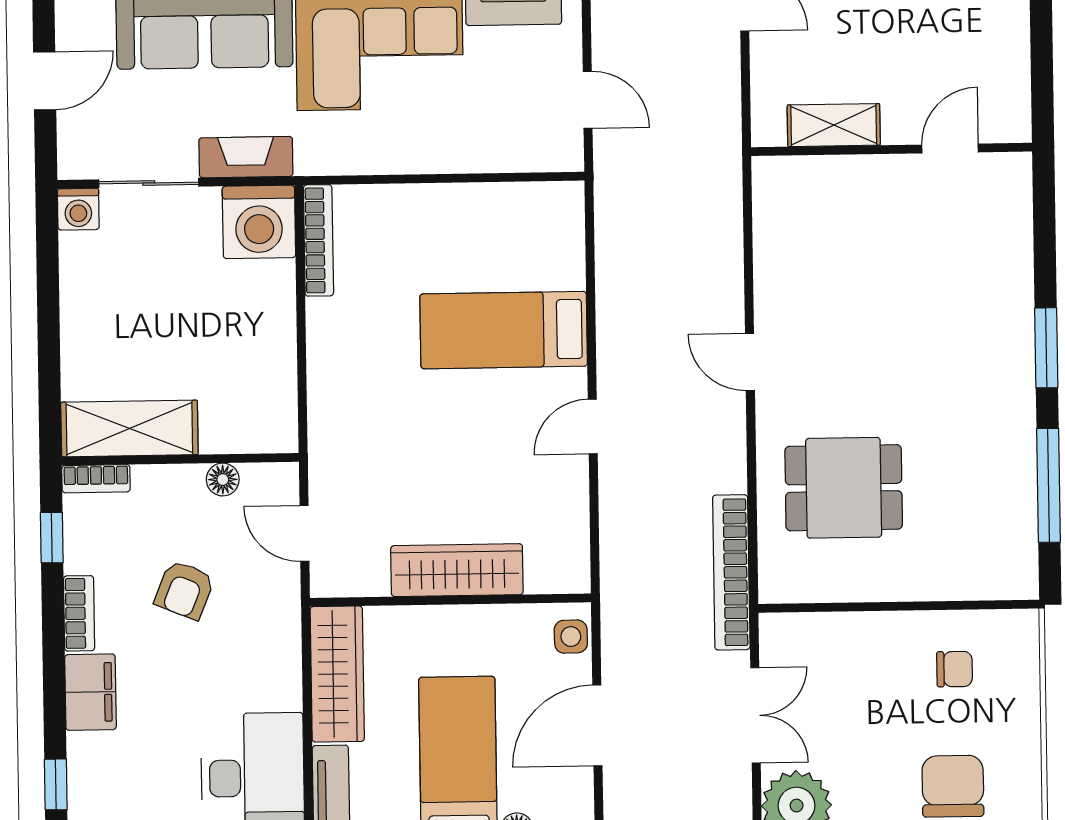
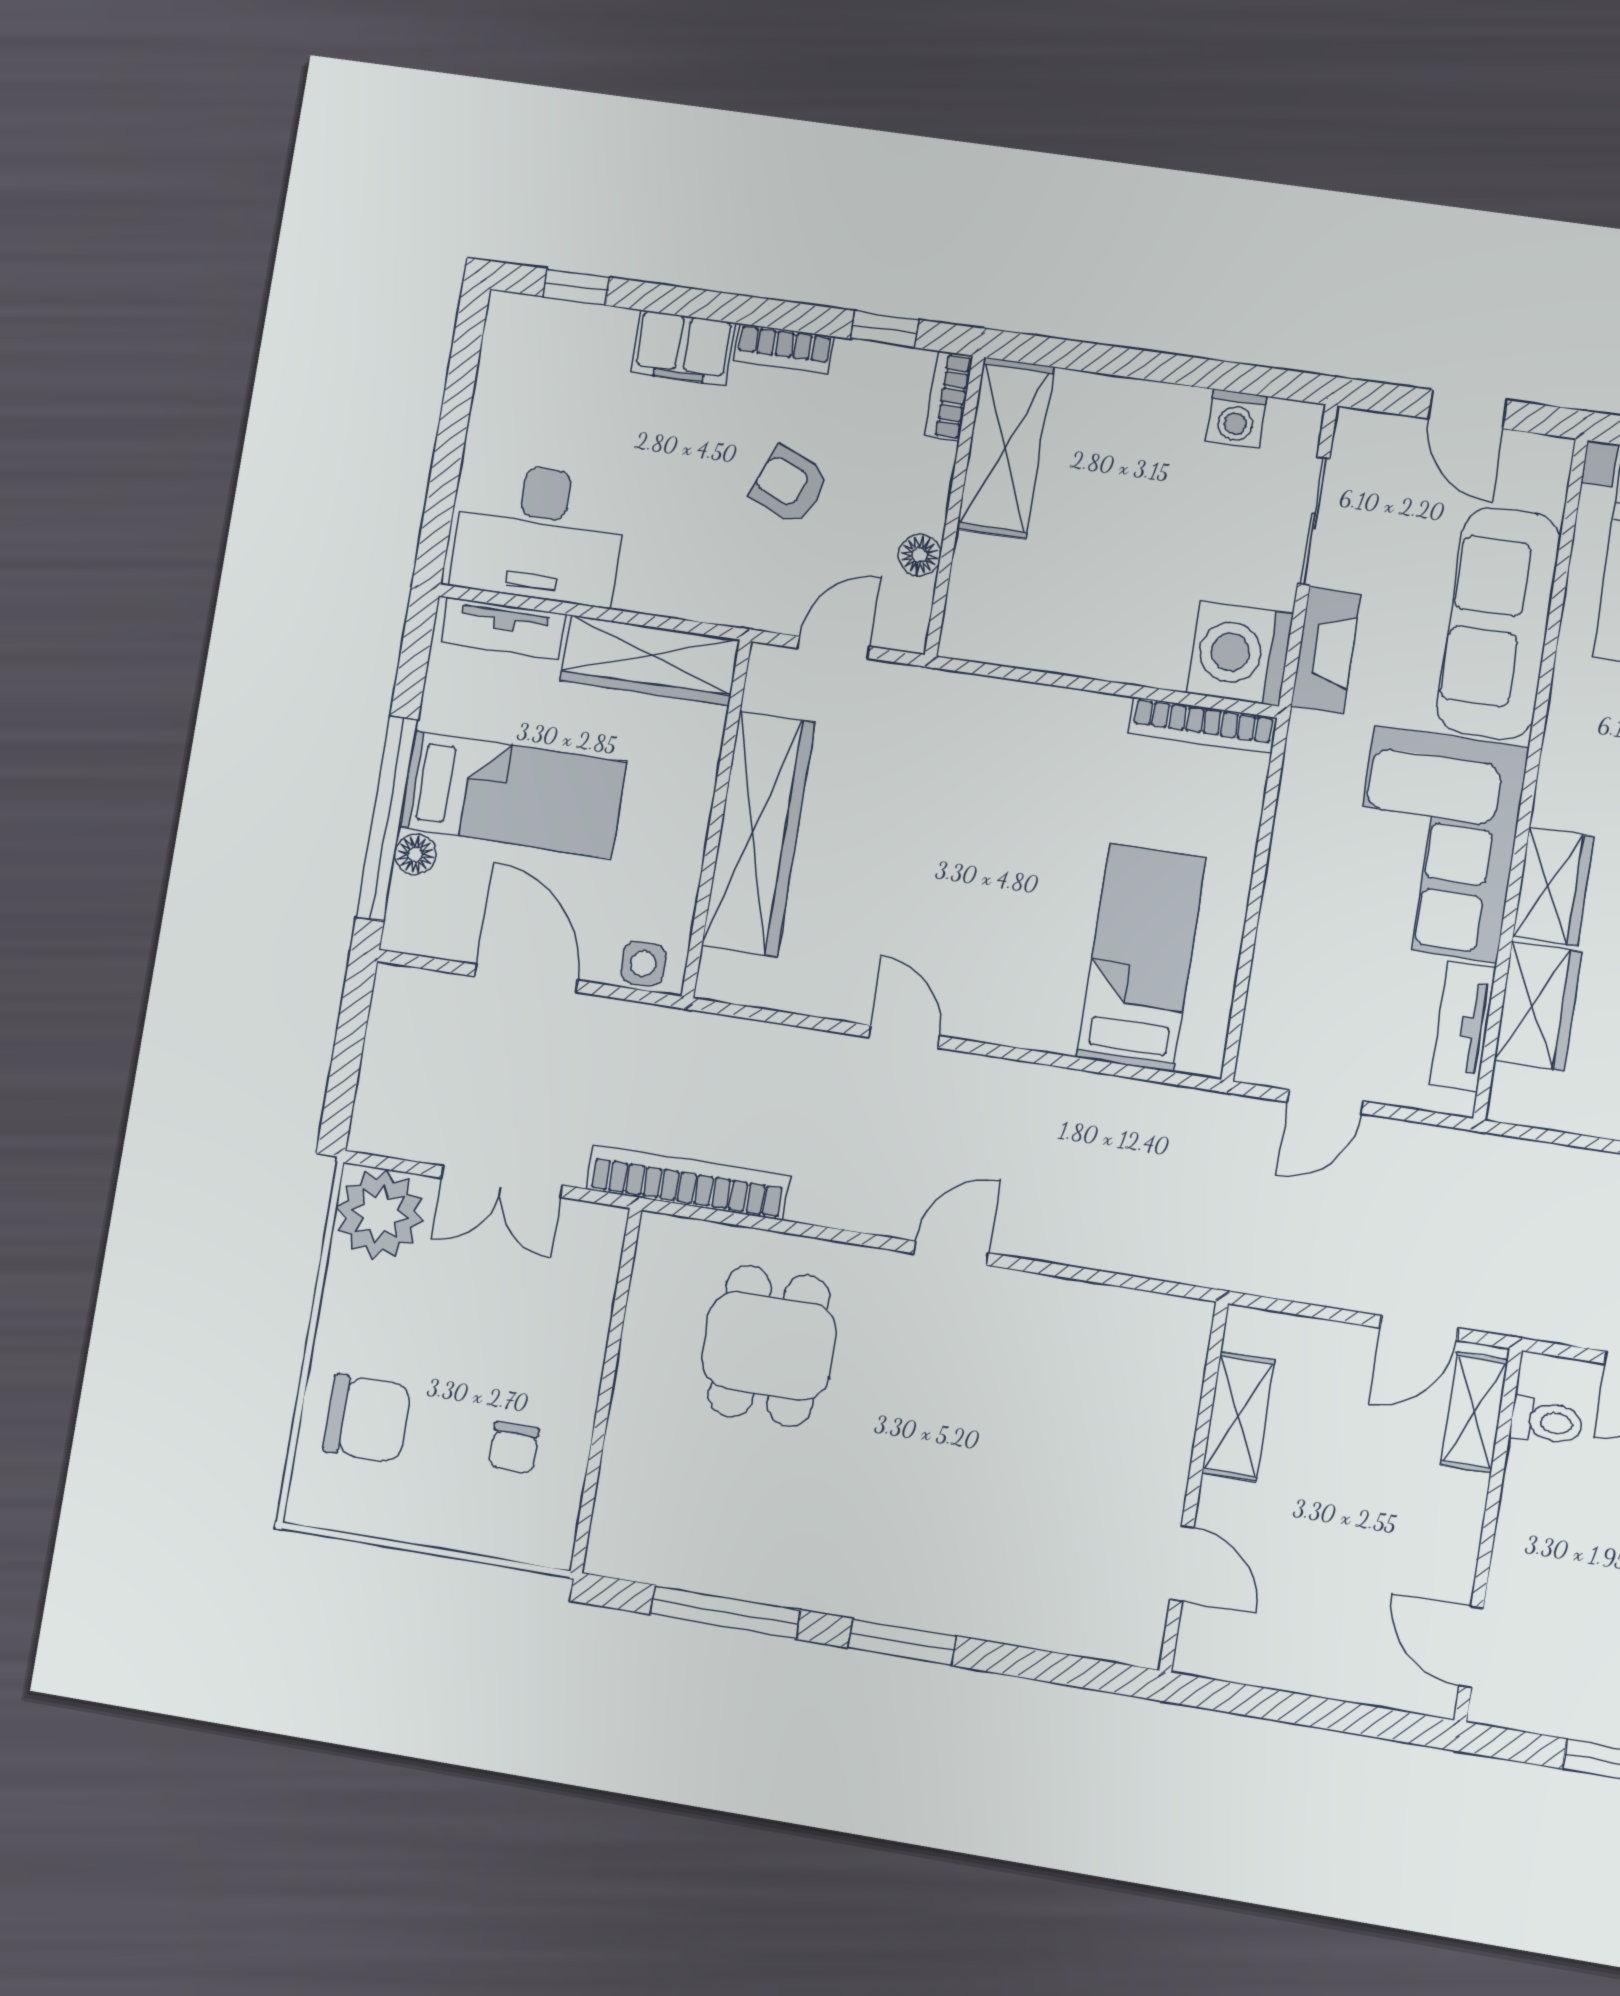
washing machine: (78, 209) -> (1236, 418), moved, turned -90
bed: (504, 330) -> (1141, 958), moved
wardrobe: (457, 570) -> (758, 834), width x1.40, depth x1.17

